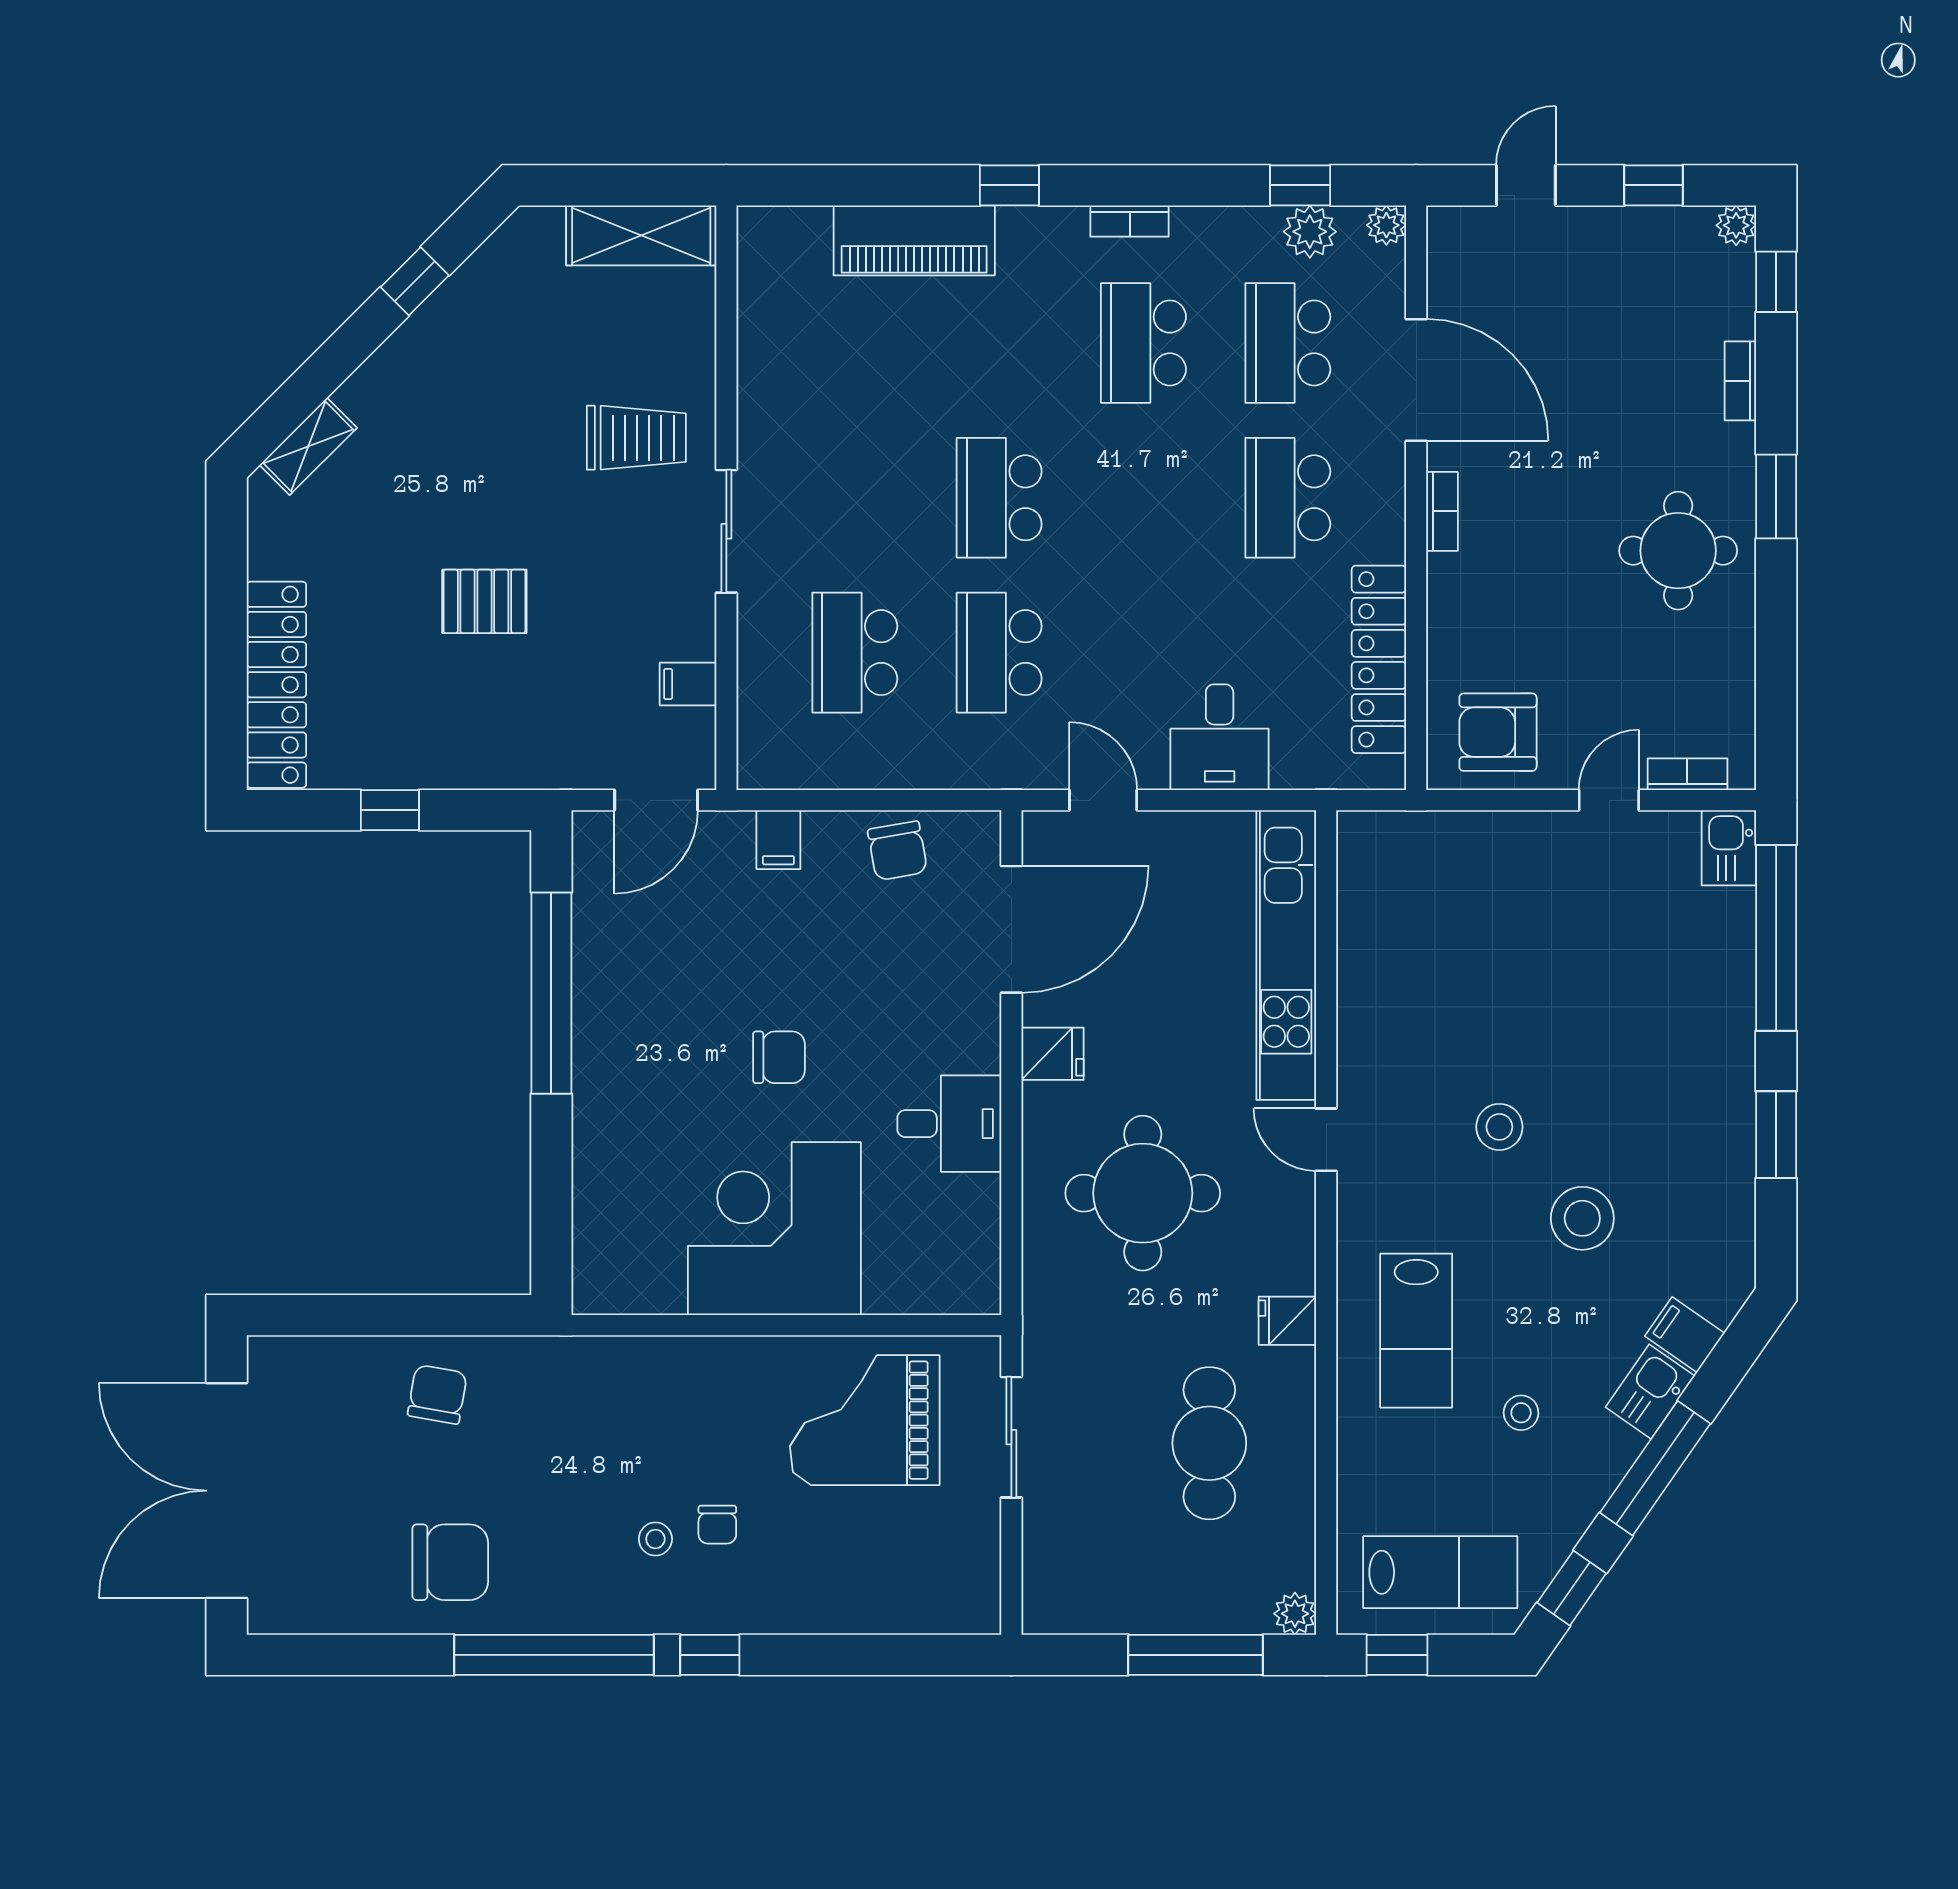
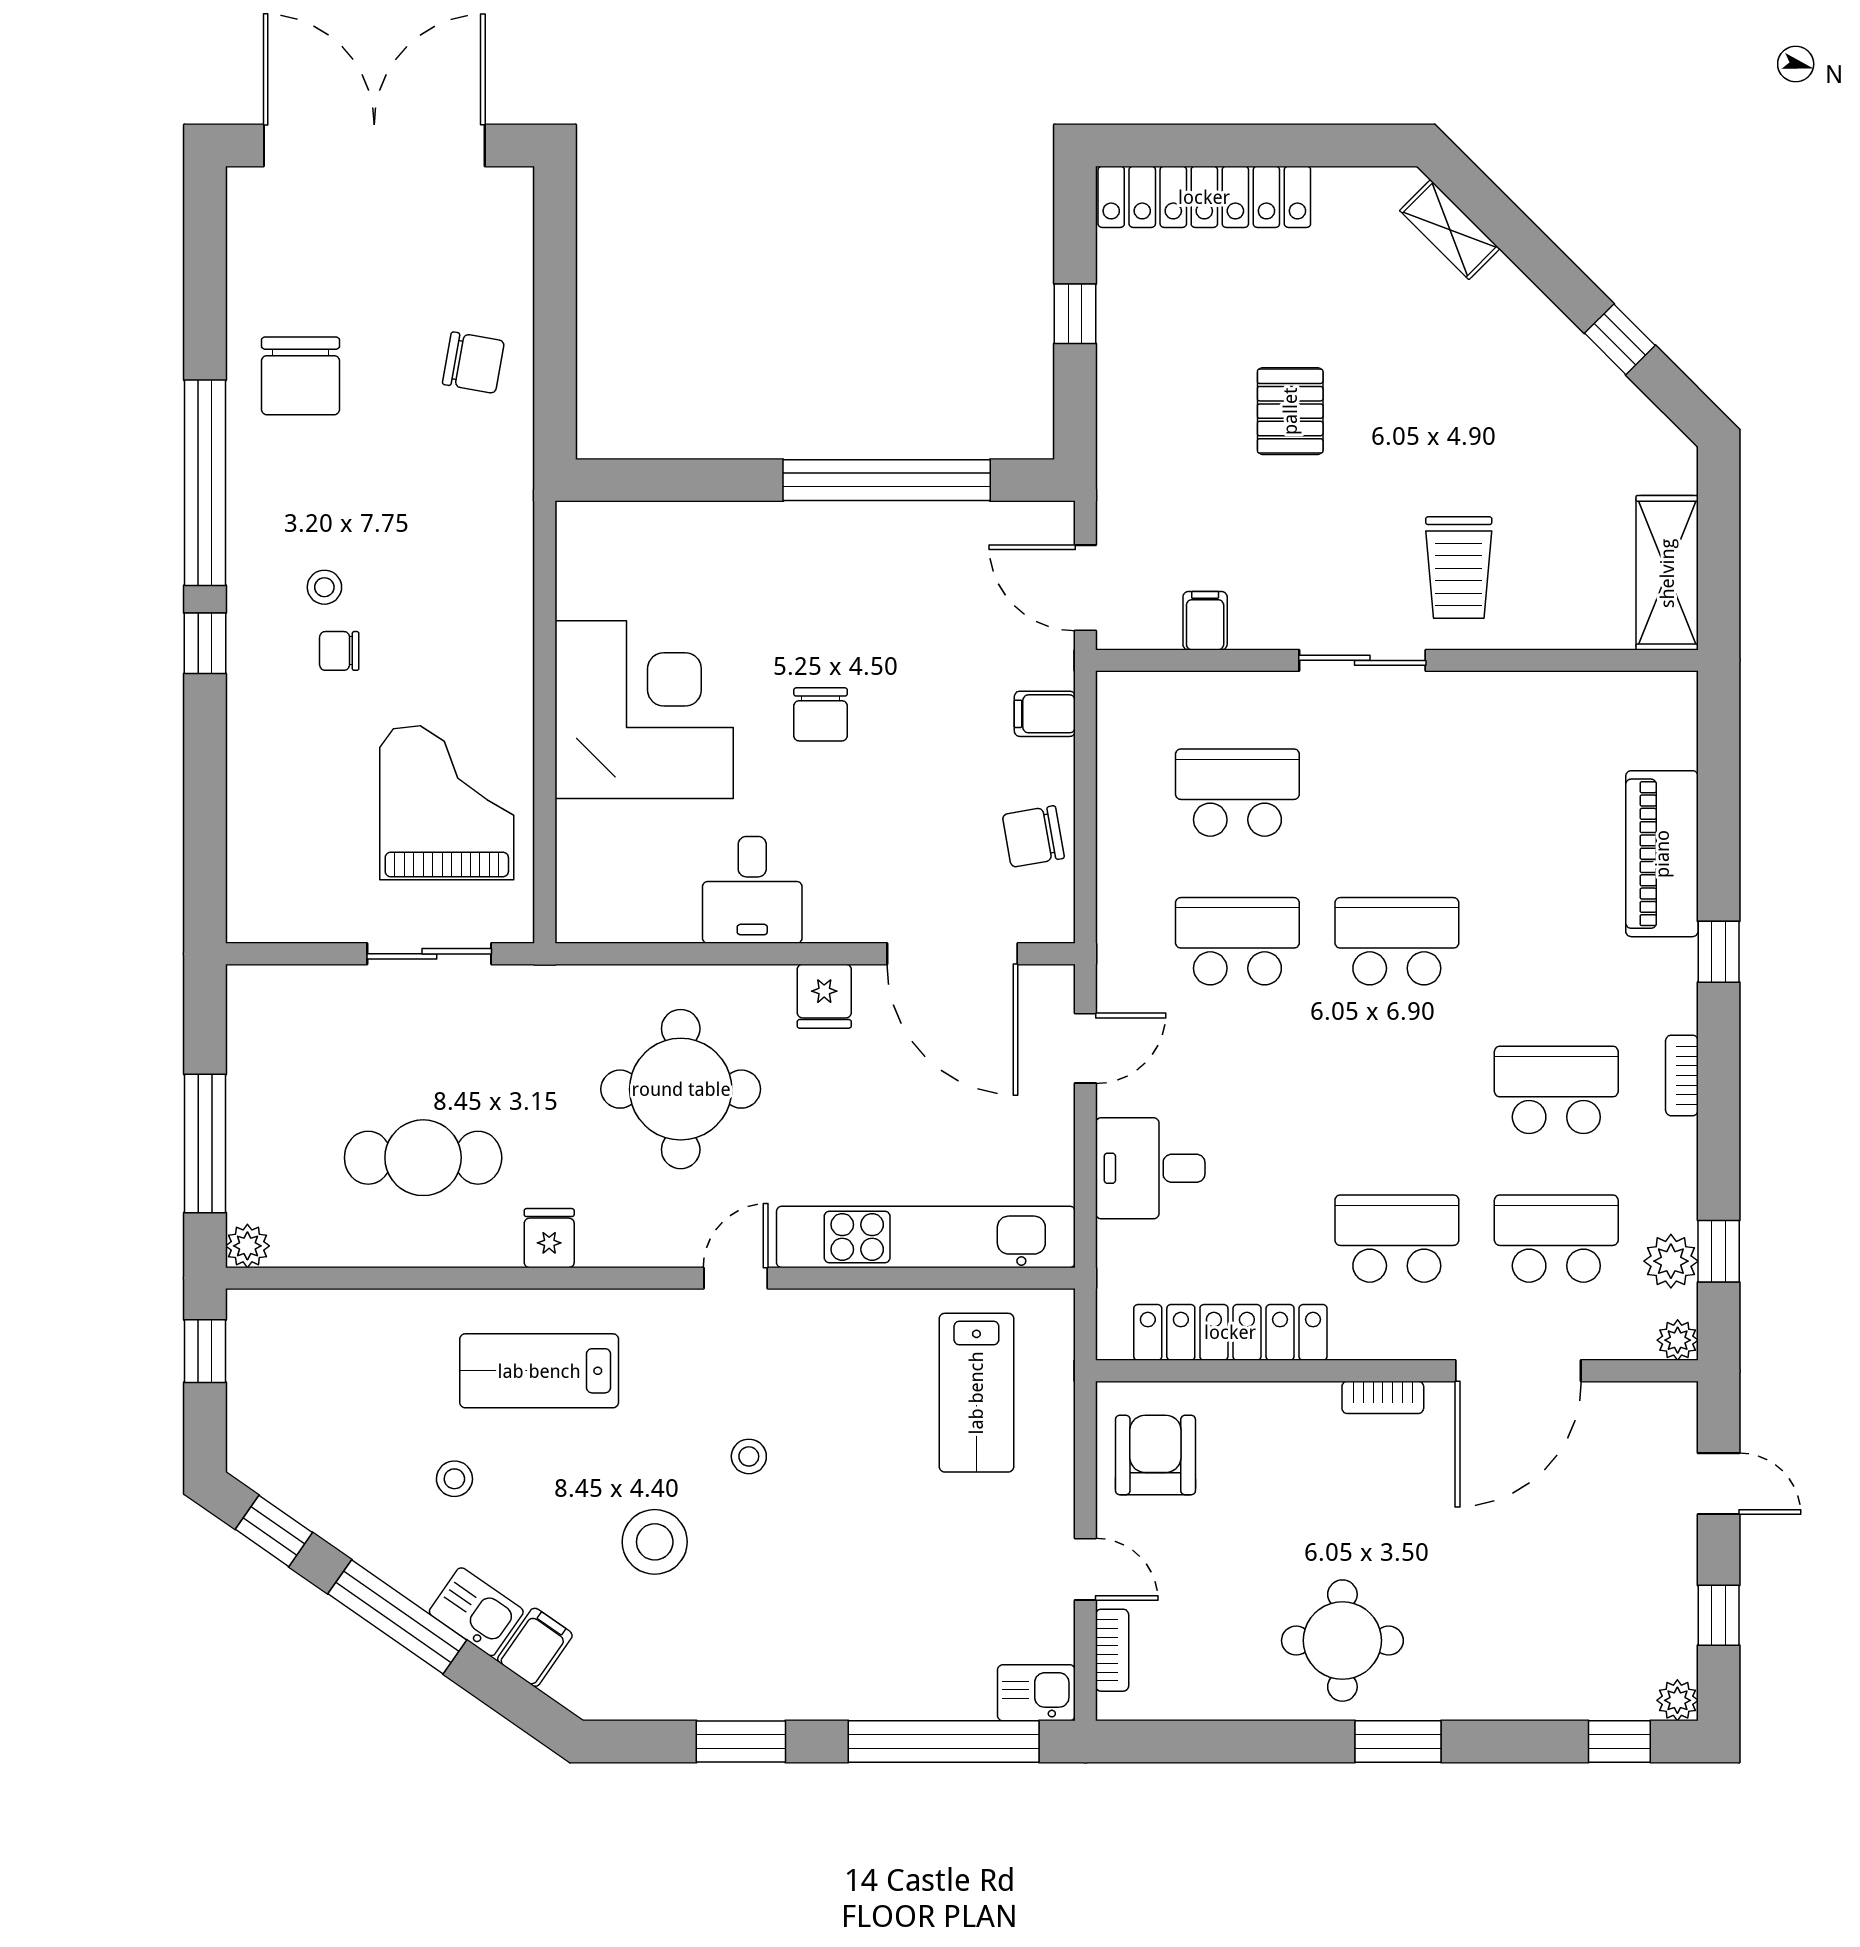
bookcase: (1740, 381) -> (1517, 1705), removed
stool: (1499, 1127) -> (749, 1456), width x0.73, depth x0.73
lab bench: (1440, 1572) -> (976, 1393), moved

